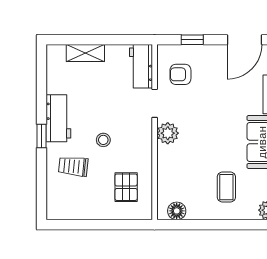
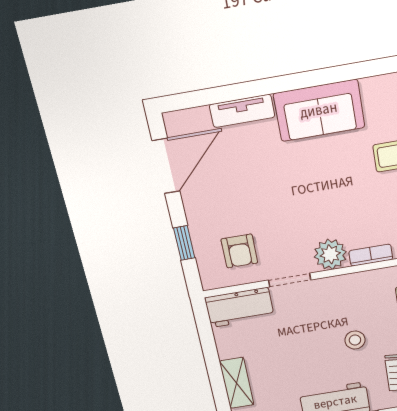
door: (244, 40) -> (166, 166), hinge flipped
bookcase: (162, 160) -> (371, 255), added

